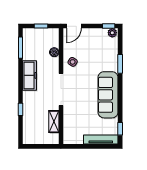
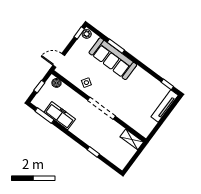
door: (74, 26) -> (59, 60), swing flipped
boiler: (54, 52) -> (56, 83), moved
freezer: (30, 75) -> (60, 116), moved
sofa: (108, 95) -> (113, 59), moved
shelving: (54, 122) -> (132, 139), moved

